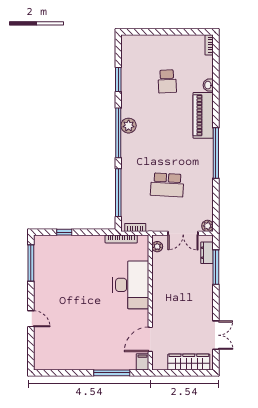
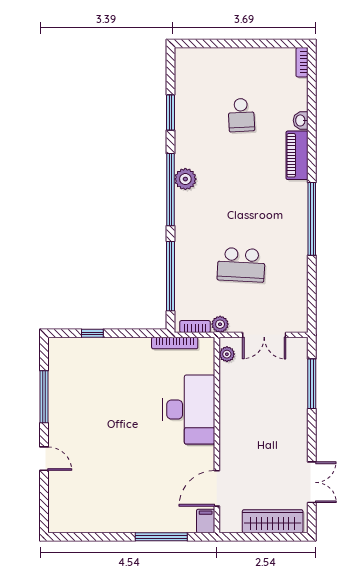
piano: (203, 115) -> (297, 155), width x0.73, depth x0.75
plant: (207, 226) -> (220, 324), moved
dresser: (207, 253) -> (299, 363), removed
window: (31, 263) -> (44, 397), moved

